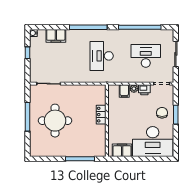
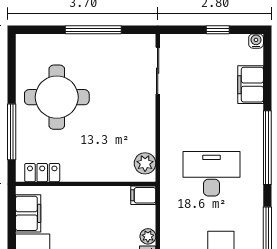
plant: (96, 90) -> (145, 163), added
filing cabinet: (124, 91) -> (143, 195), moved
locker: (101, 115) -> (42, 173), moved
round table: (55, 121) -> (57, 97), moved

